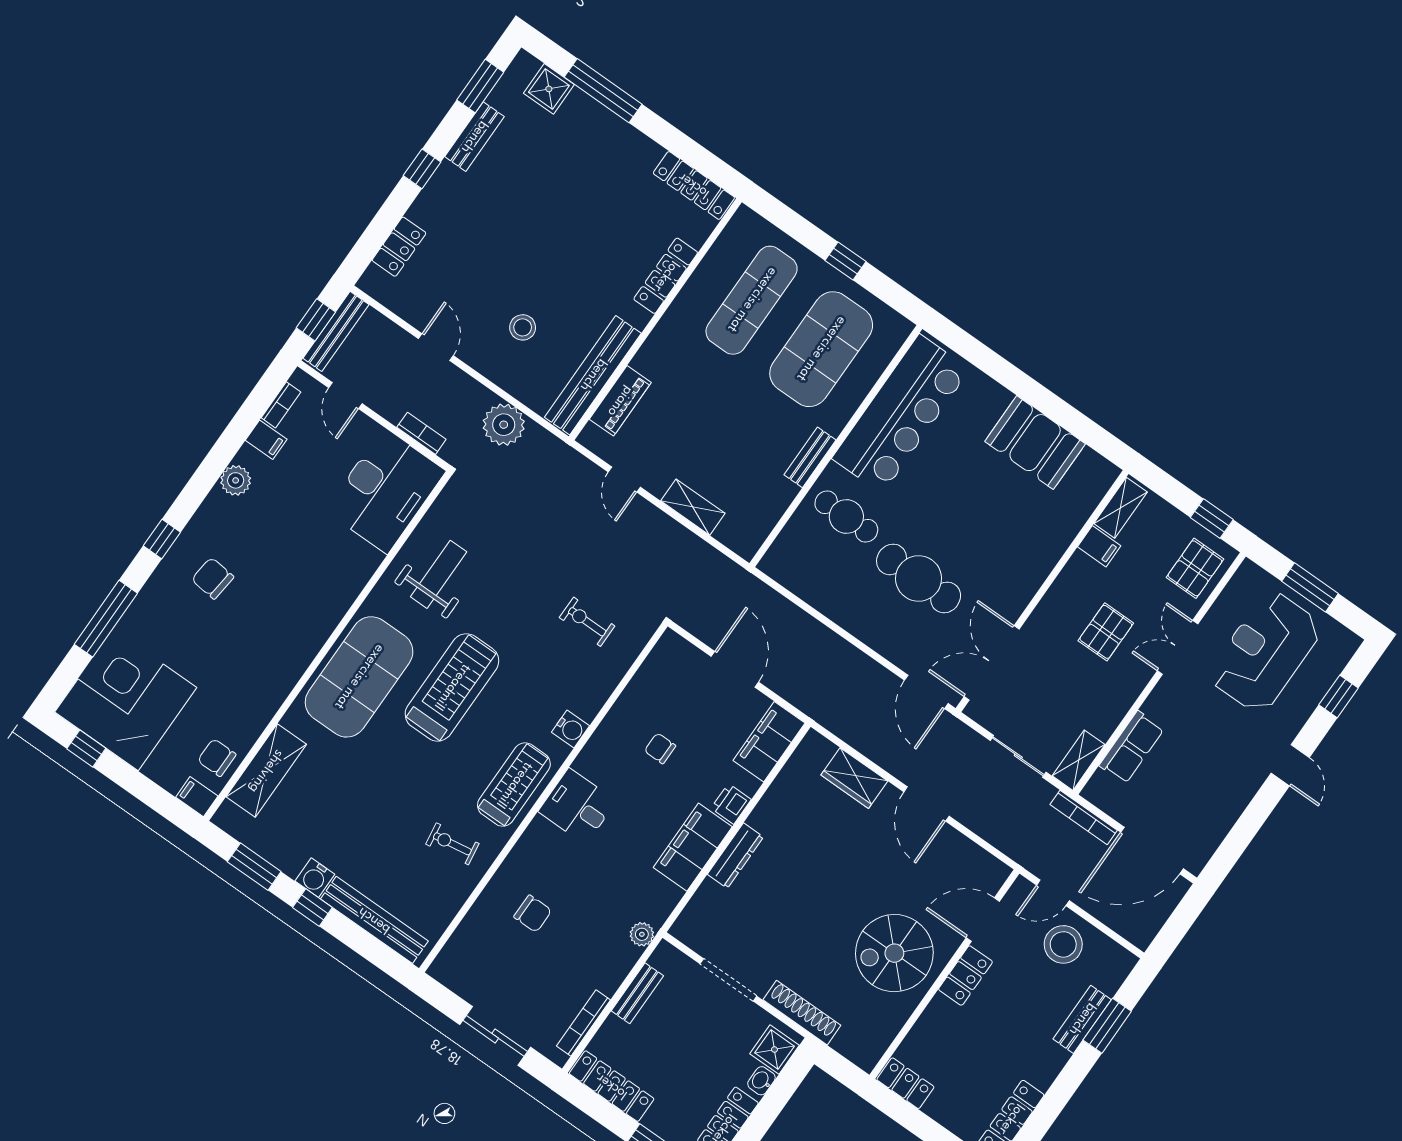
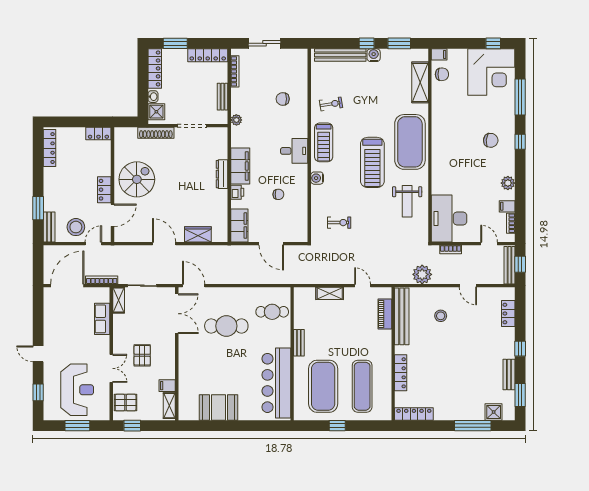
cafe table: (846, 517) -> (272, 312), moved
pallet: (1195, 568) -> (126, 403), turned 90
bench: (1082, 1019) -> (49, 227), moved

